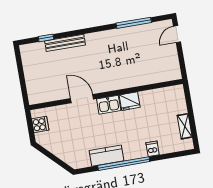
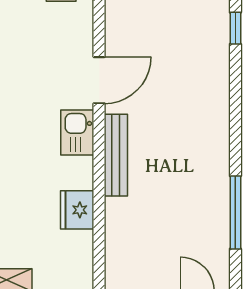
bench: (65, 43) -> (116, 155), moved
fridge: (130, 101) -> (77, 210), moved

